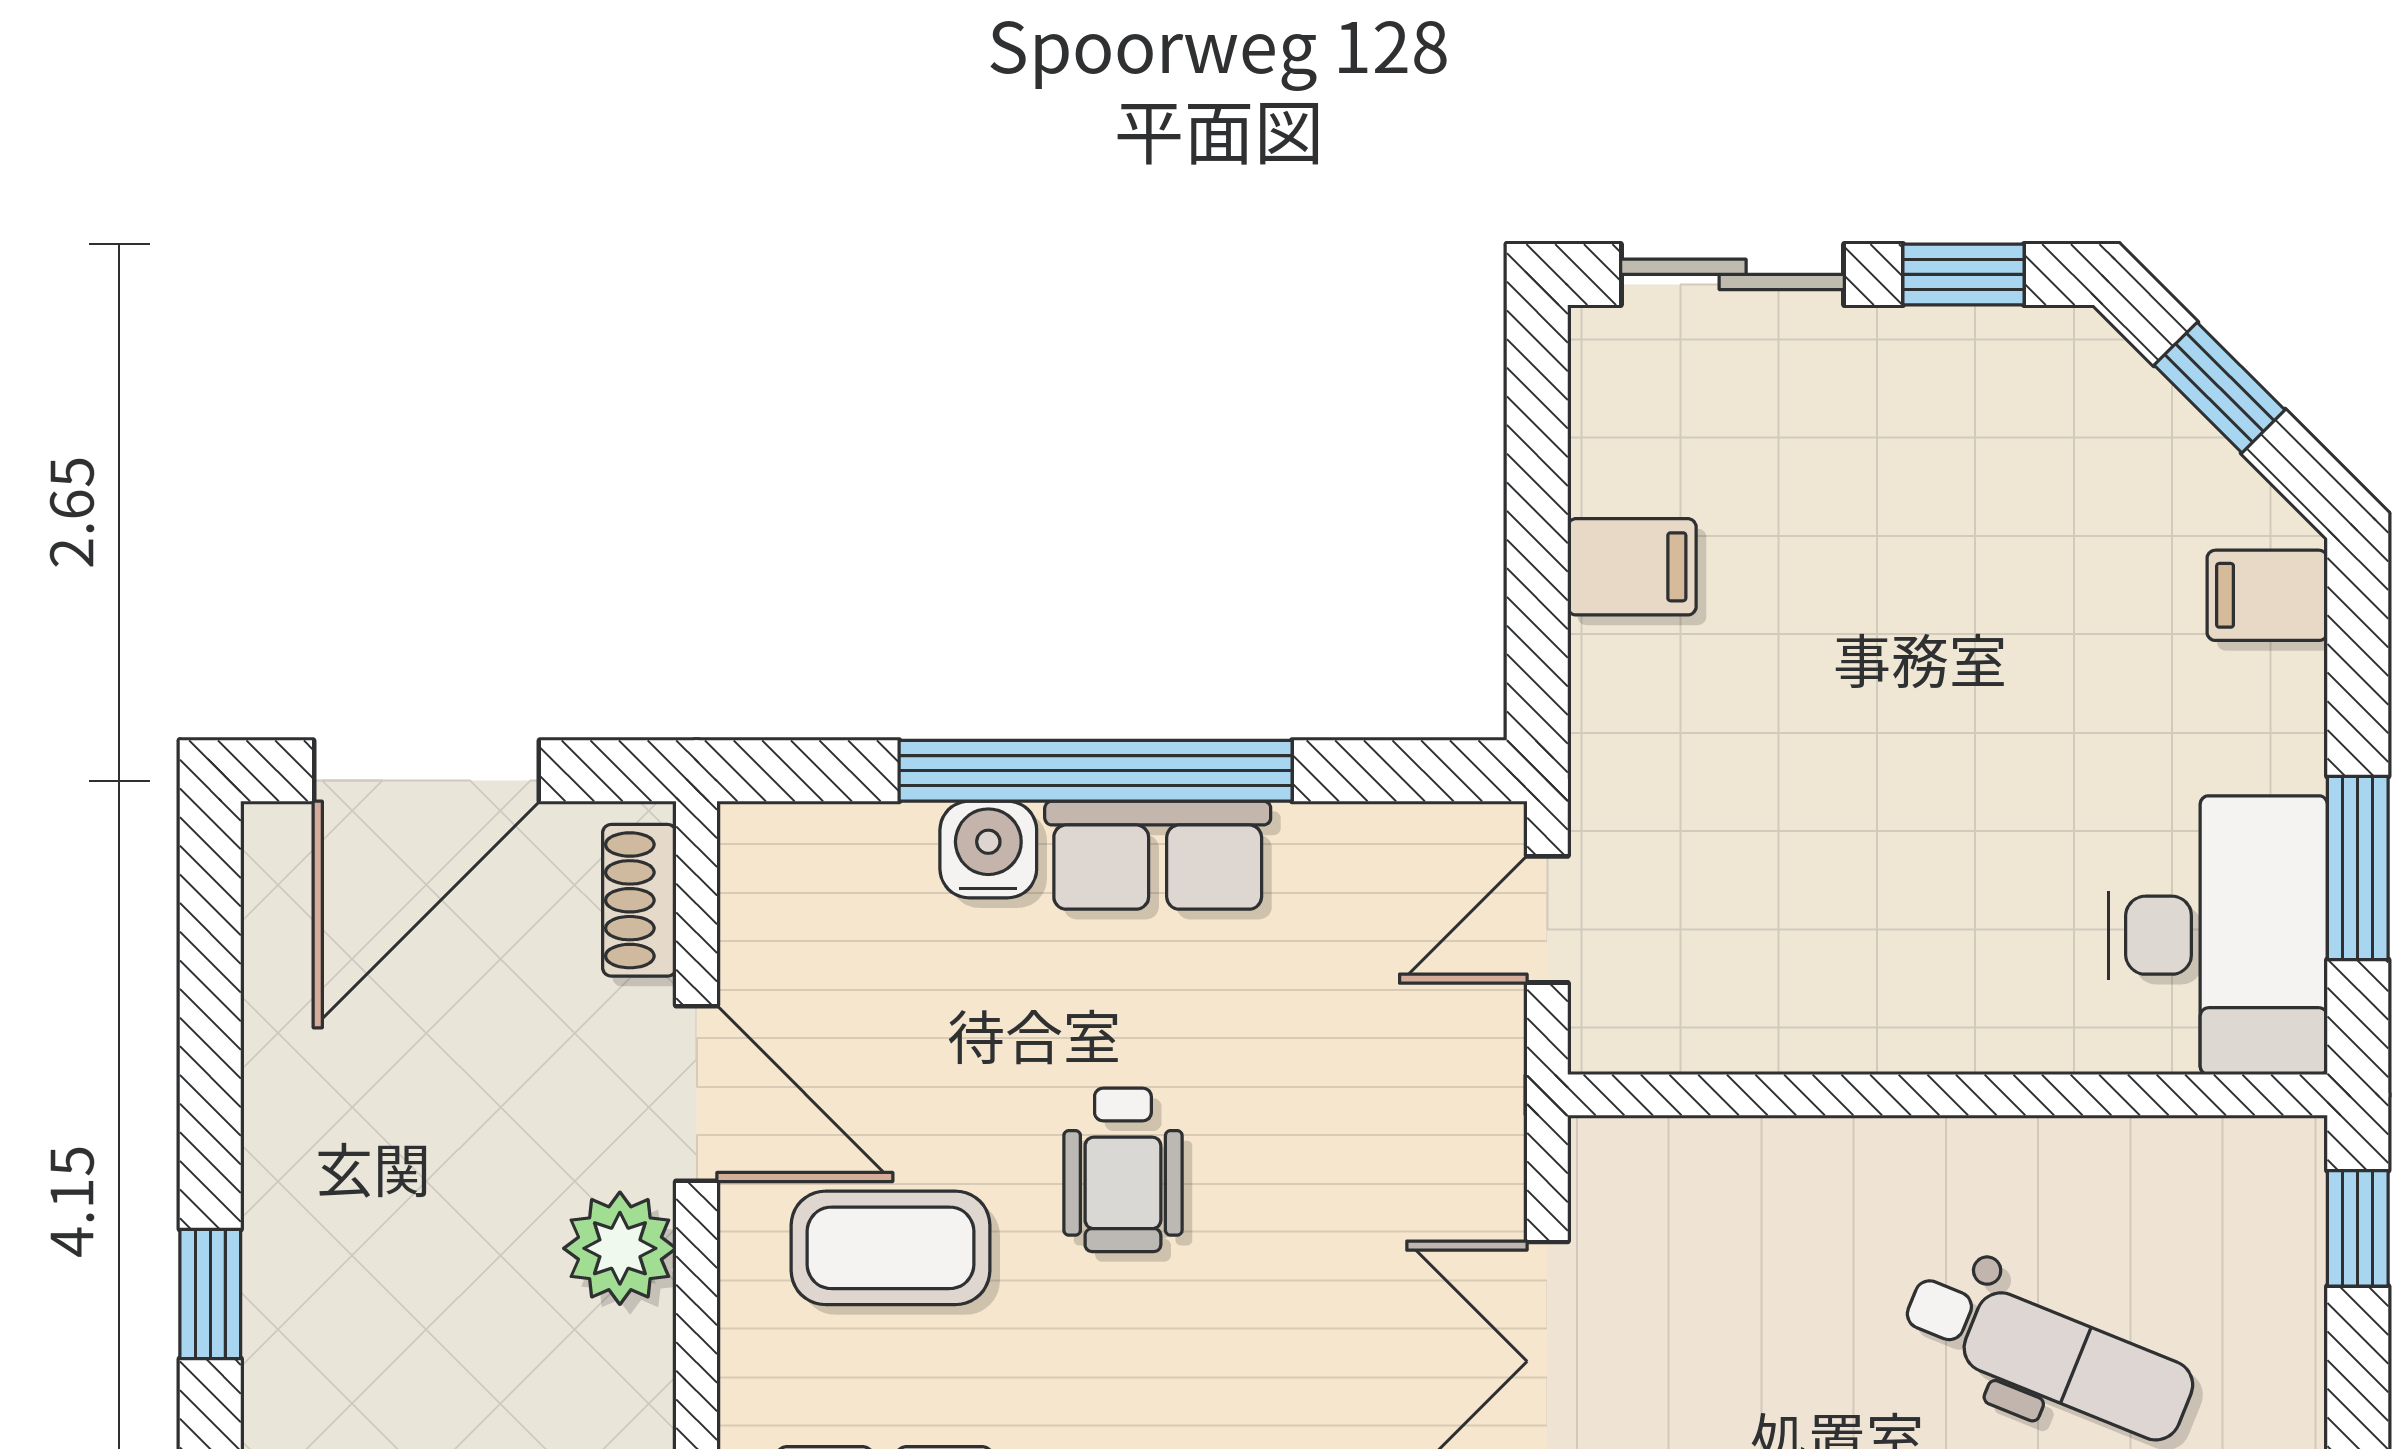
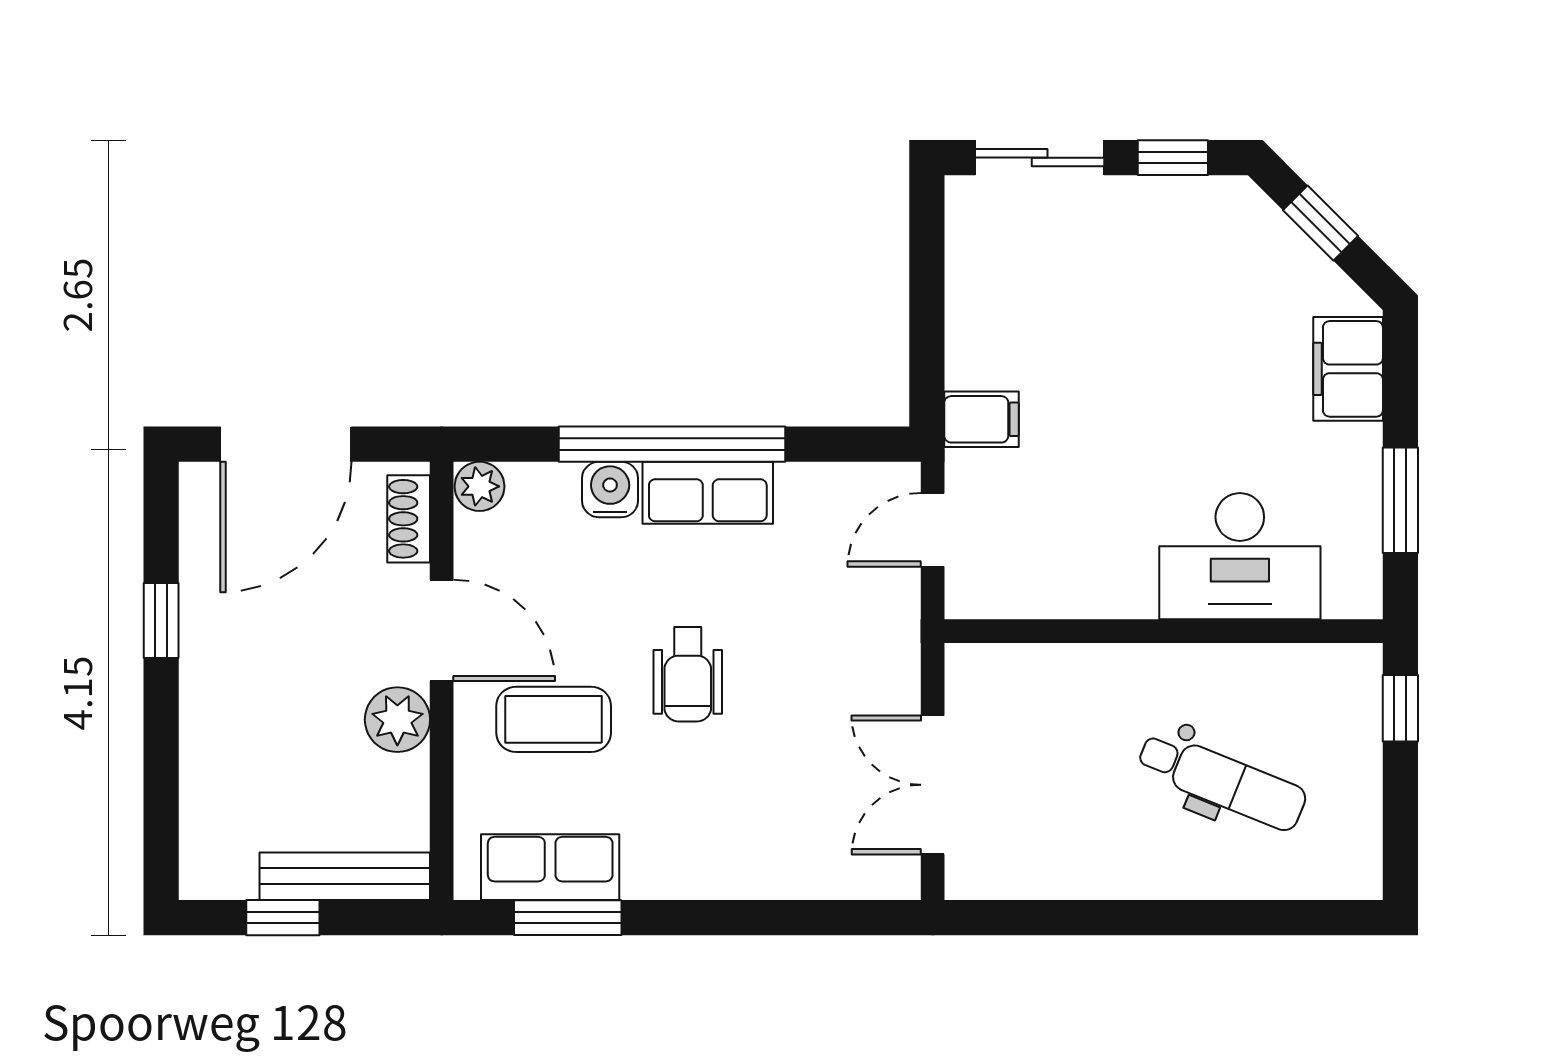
filing cabinet: (1632, 567) -> (981, 419), moved
filing cabinet: (2267, 595) -> (1348, 369), width x2.00
plant: (762, 844) -> (479, 486), added
desk: (2218, 935) -> (1240, 556), moved, turned 90
window: (210, 1294) -> (161, 621), moved

